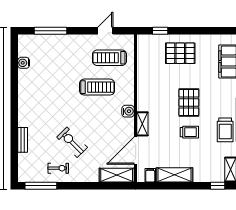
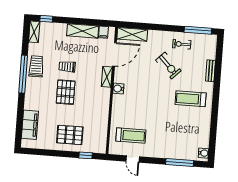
door: (105, 31) -> (133, 159), hinge flipped
water cooler: (24, 63) -> (203, 153), moved
treadmill: (97, 87) -> (191, 99), moved

